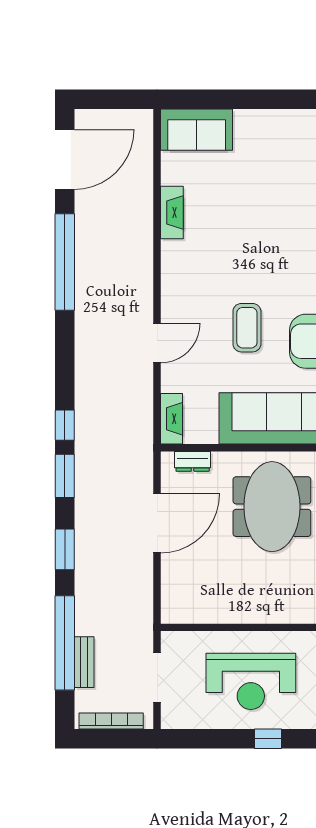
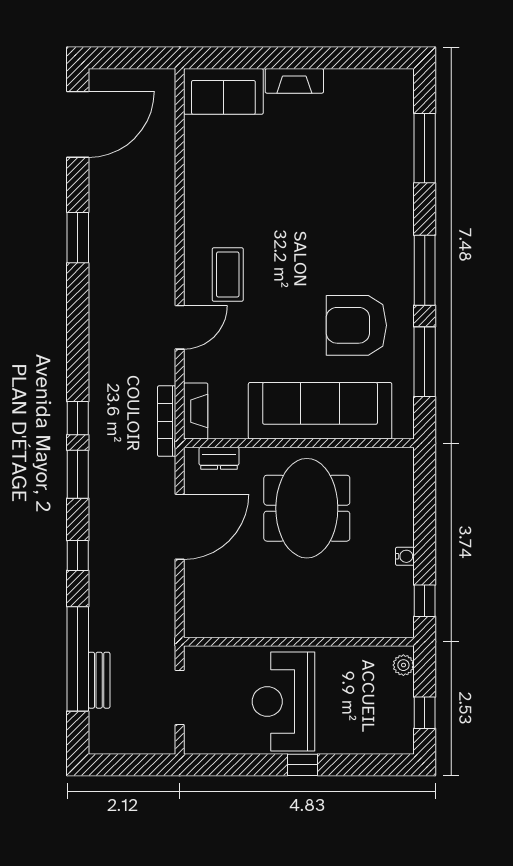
fireplace: (172, 212) -> (294, 81), moved, turned 90
window: (65, 262) -> (78, 238), width x0.47
coffee table: (247, 328) -> (228, 274), moved
window: (65, 549) -> (78, 556), width x0.67
reception desk: (251, 681) -> (283, 701), turned 90
bookcase: (111, 721) -> (167, 421), moved, turned -90

